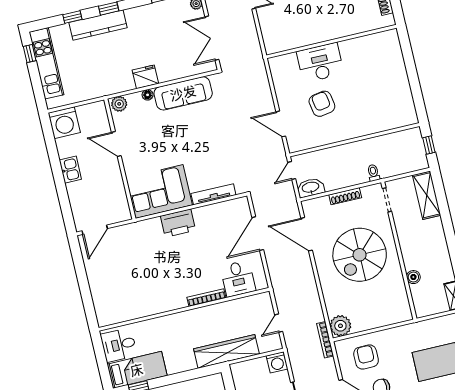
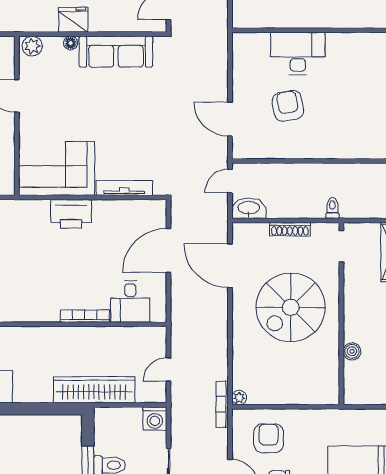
plant: (340, 326) -> (239, 398), width x0.53, depth x0.53

